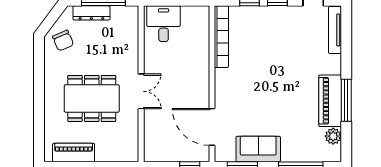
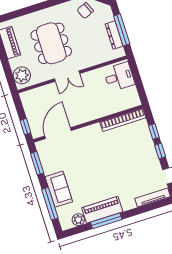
dresser: (91, 13) -> (114, 35), moved
sofa: (258, 149) -> (59, 189), moved
plant: (121, 150) -> (22, 75), added

